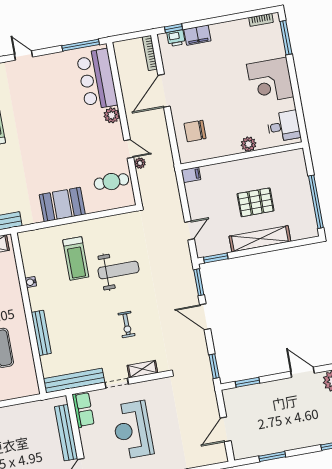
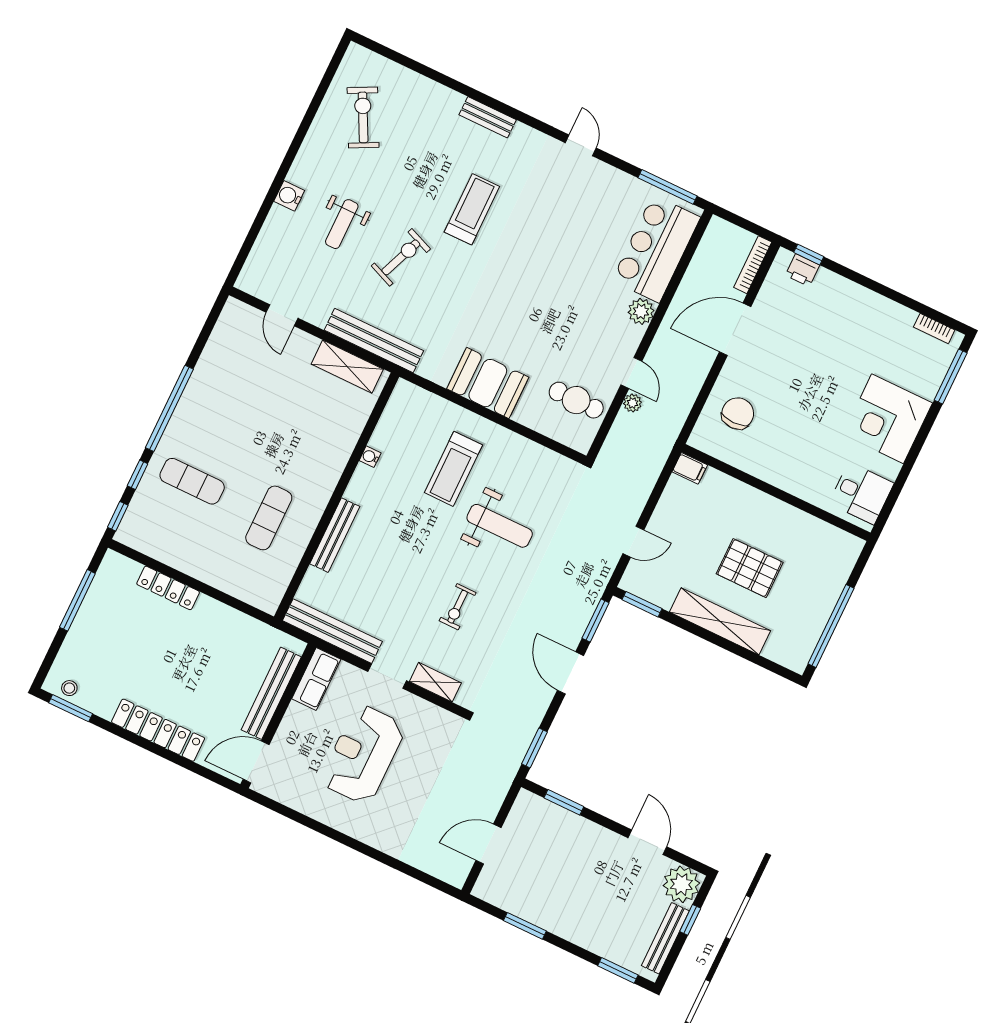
filing cabinet: (197, 35) -> (834, 287), removed
chair: (195, 131) -> (738, 413), turned 90
plant: (249, 144) -> (797, 483), removed

